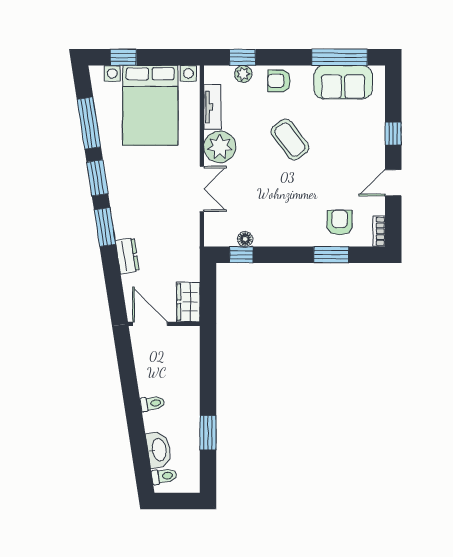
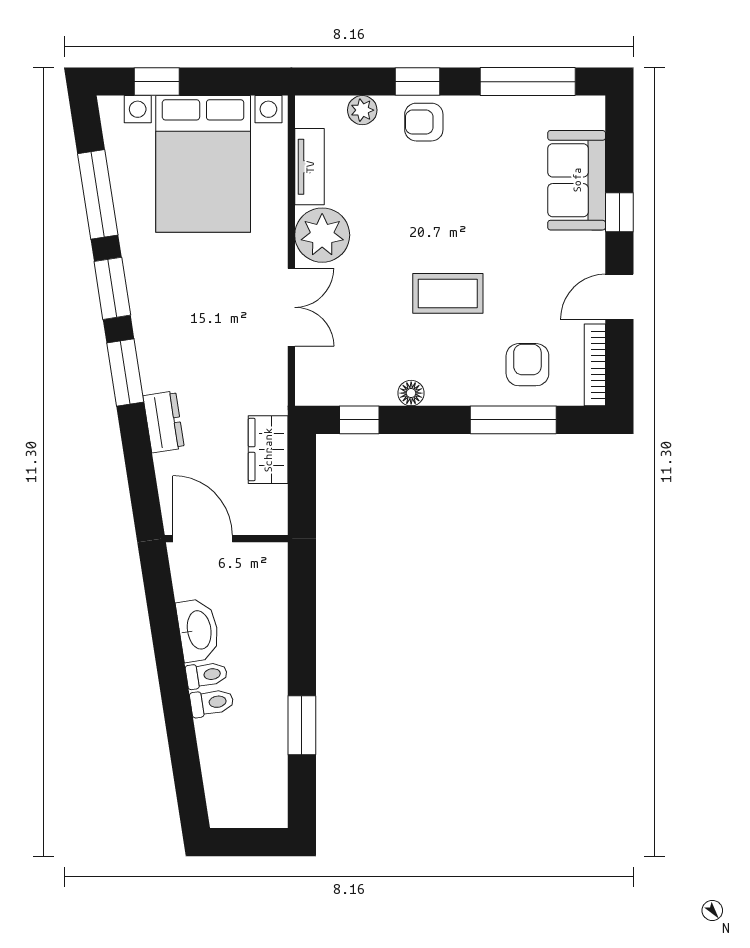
window: (242, 57) -> (418, 82), moved
sofa: (343, 82) -> (577, 180), moved, turned 90
coffee table: (290, 140) -> (448, 293), moved, turned -53
bookcase: (379, 231) -> (595, 365), width x1.56
floor lamp: (245, 239) -> (411, 393), moved
window: (331, 255) -> (513, 420), width x1.44
wardrobe: (188, 302) -> (268, 450), moved
washbasin: (159, 450) -> (198, 630), moved
toilet: (164, 476) -> (212, 703), moved

